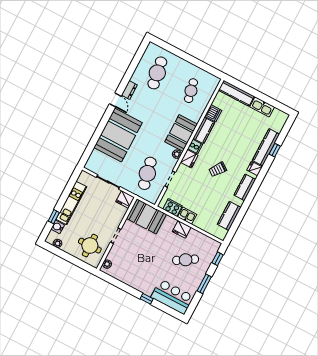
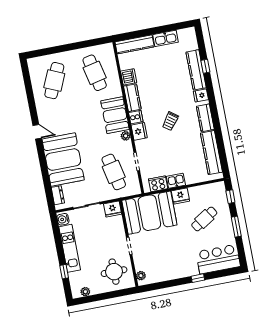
cafe table: (157, 73) -> (54, 81), turned 33
dresser: (129, 90) -> (58, 195), moved
cafe table: (191, 91) -> (95, 73), width x1.37, depth x1.35
booth: (146, 216) -> (149, 213), width x1.36, depth x1.42
kitchen counter: (229, 216) -> (211, 153), width x1.50
water cooler: (58, 227) -> (63, 219), moved

